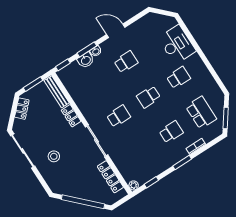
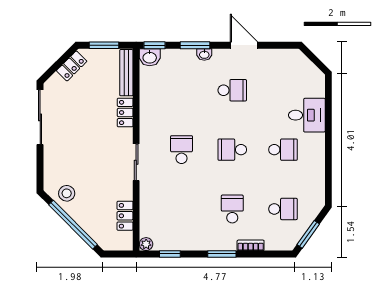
desk: (177, 44) -> (307, 115), width x0.73
washbasin: (86, 60) -> (150, 57), moved
school desk: (201, 113) -> (283, 209), width x0.54
school desk: (119, 116) -> (182, 150), turned -90
school desk: (171, 132) -> (232, 209), turned -90
sliding door: (97, 141) -> (136, 162), width x0.73
stool: (54, 156) -> (67, 193), moved
locker: (110, 177) -> (125, 216), width x0.66

